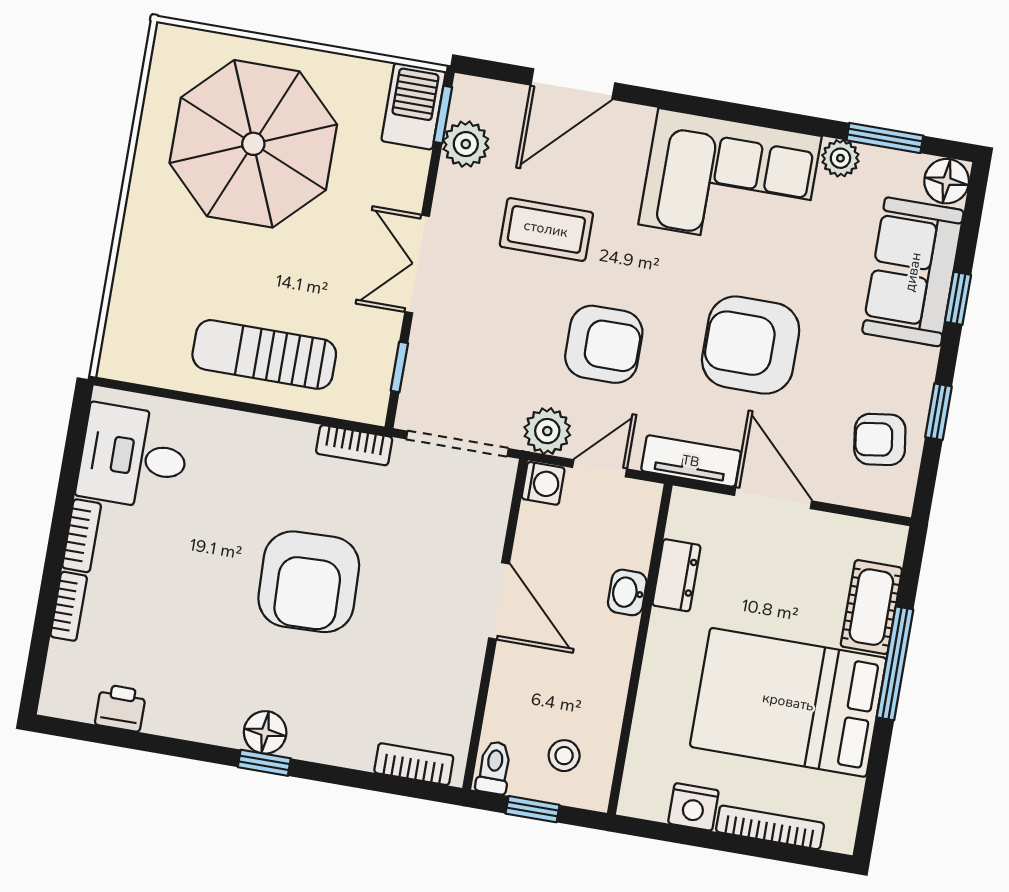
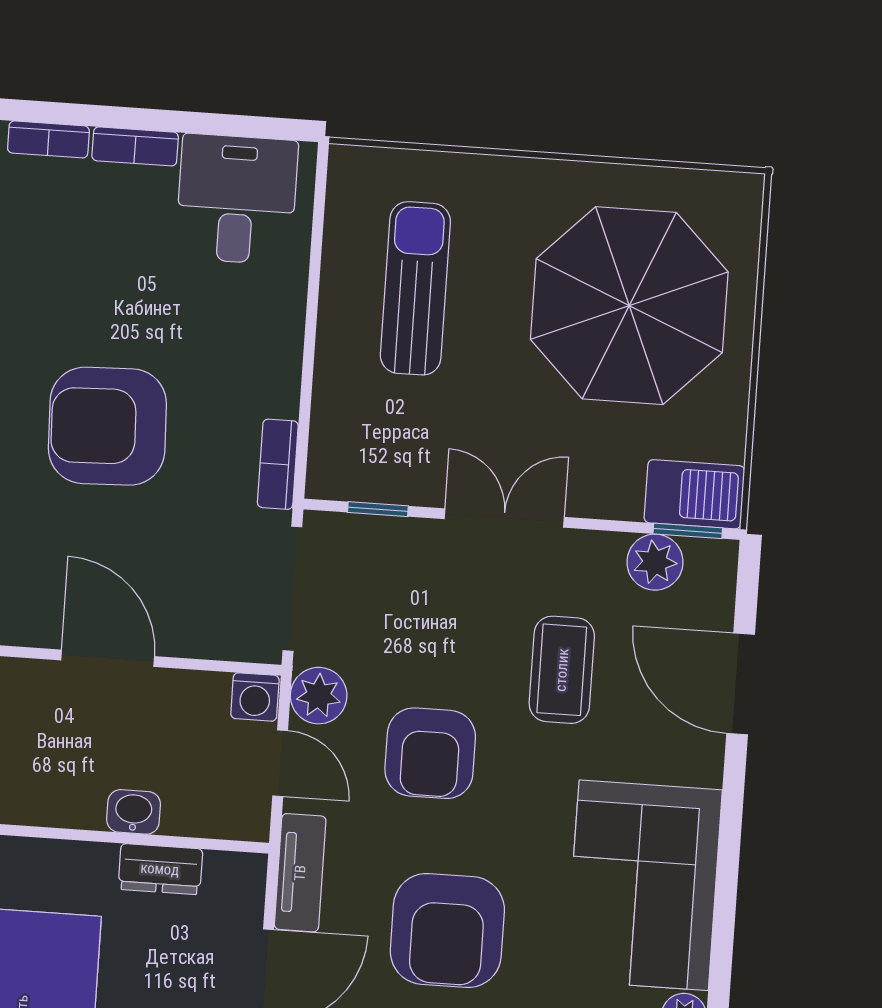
armchair: (751, 345) -> (447, 930), turned 180
sun lounger: (264, 354) -> (415, 288), moved
door: (499, 601) -> (108, 658), swing flipped

